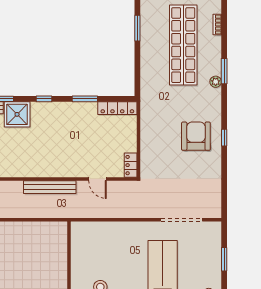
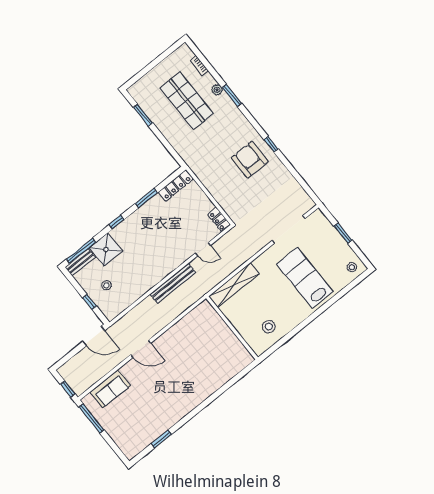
shop shelf: (183, 45) -> (187, 101), width x0.71
plant: (216, 82) -> (217, 90), moved
shelving: (99, 229) -> (234, 285), added

